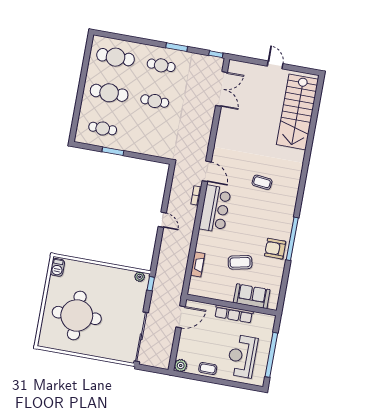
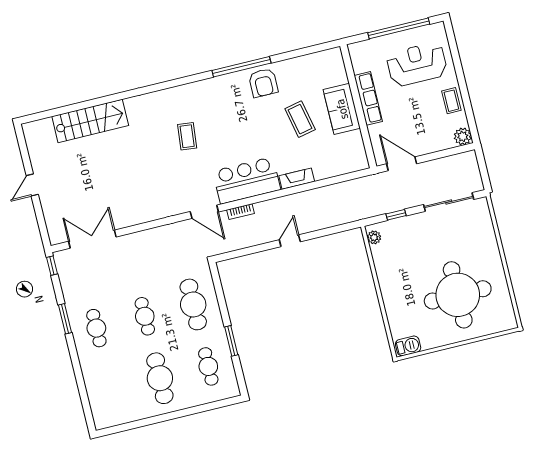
cafe table: (116, 57) -> (193, 304), moved
stairs: (297, 112) -> (90, 121), width x0.73, depth x0.66
door: (207, 171) -> (204, 212), swing flipped
fireplace: (198, 264) -> (297, 179), moved
window: (151, 284) -> (396, 215), moved
sofa: (252, 296) -> (342, 109), moved
sliding door: (141, 337) -> (449, 202), width x0.73
reception desk: (242, 356) -> (417, 64), turned 180

